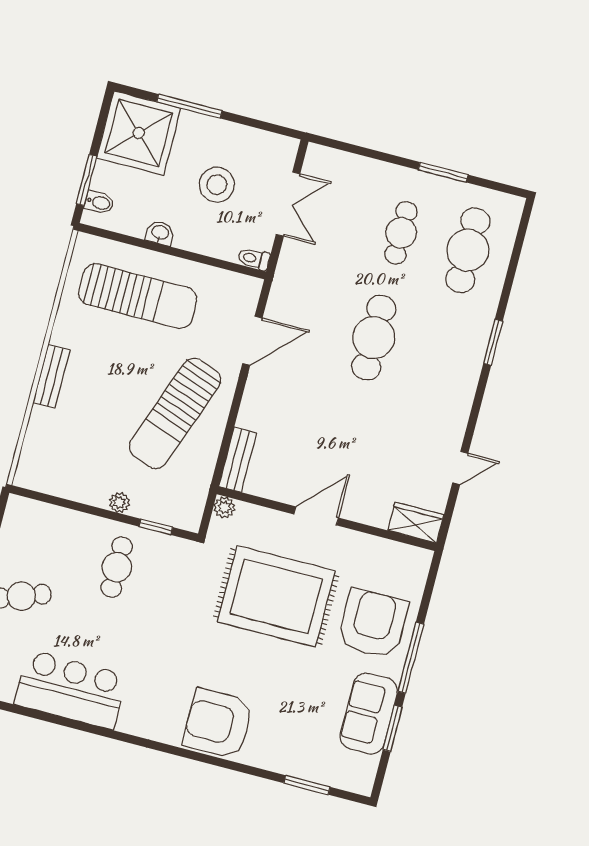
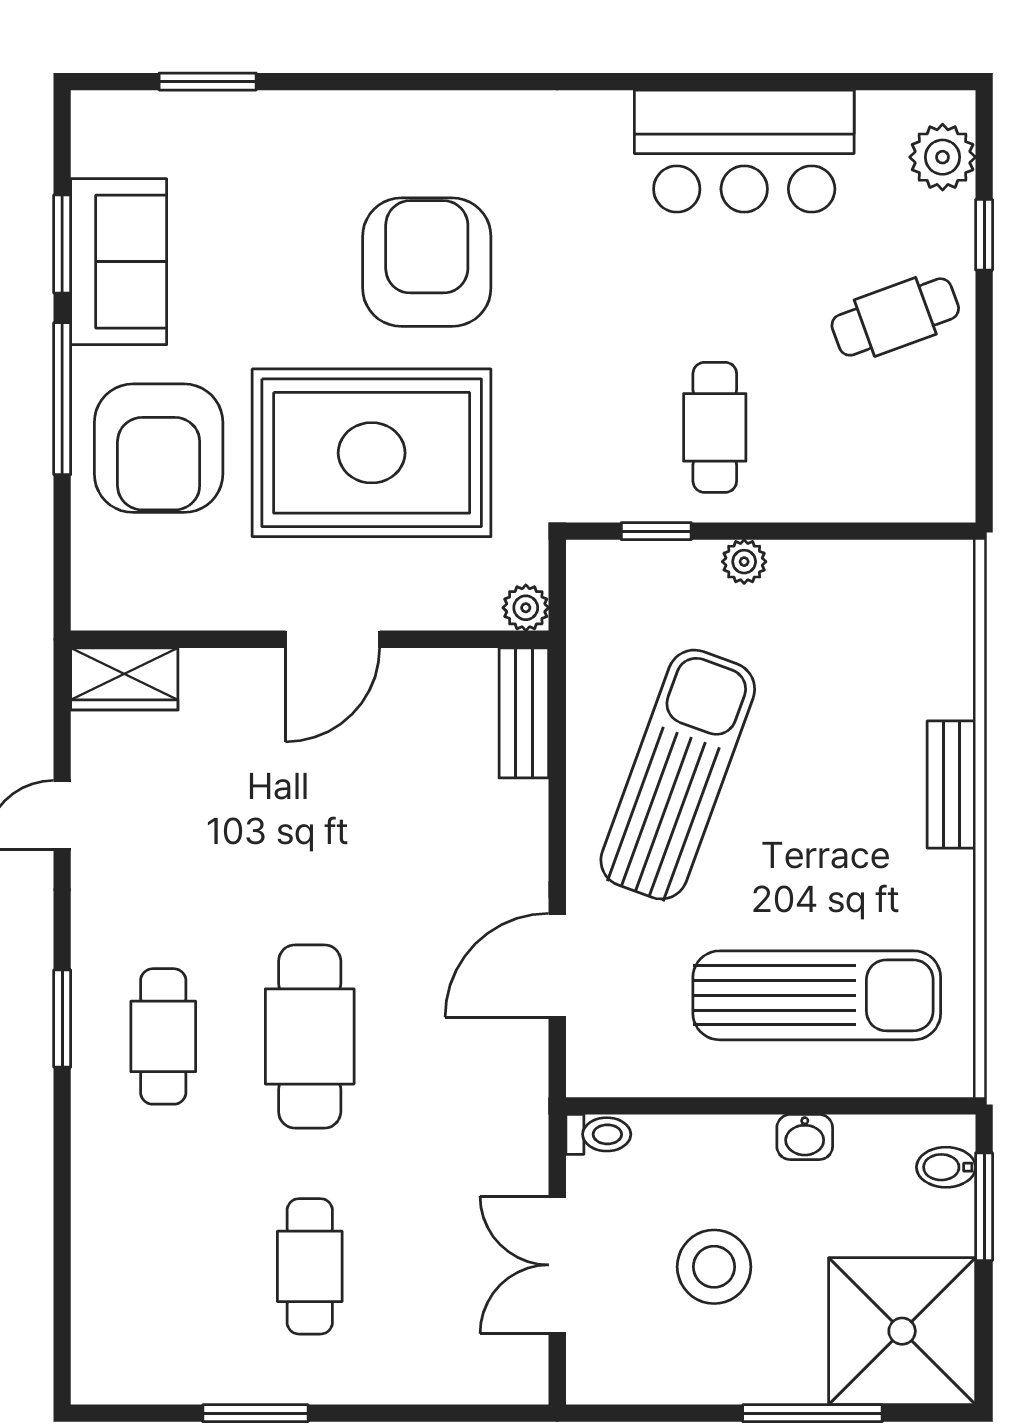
cafe table: (468, 250) -> (163, 1036), moved, width x0.73, depth x0.74
sun lounger: (138, 296) -> (817, 995), turned 180
window: (493, 342) -> (62, 1019), moved
armchair: (218, 724) -> (427, 262), moved, turned -90

